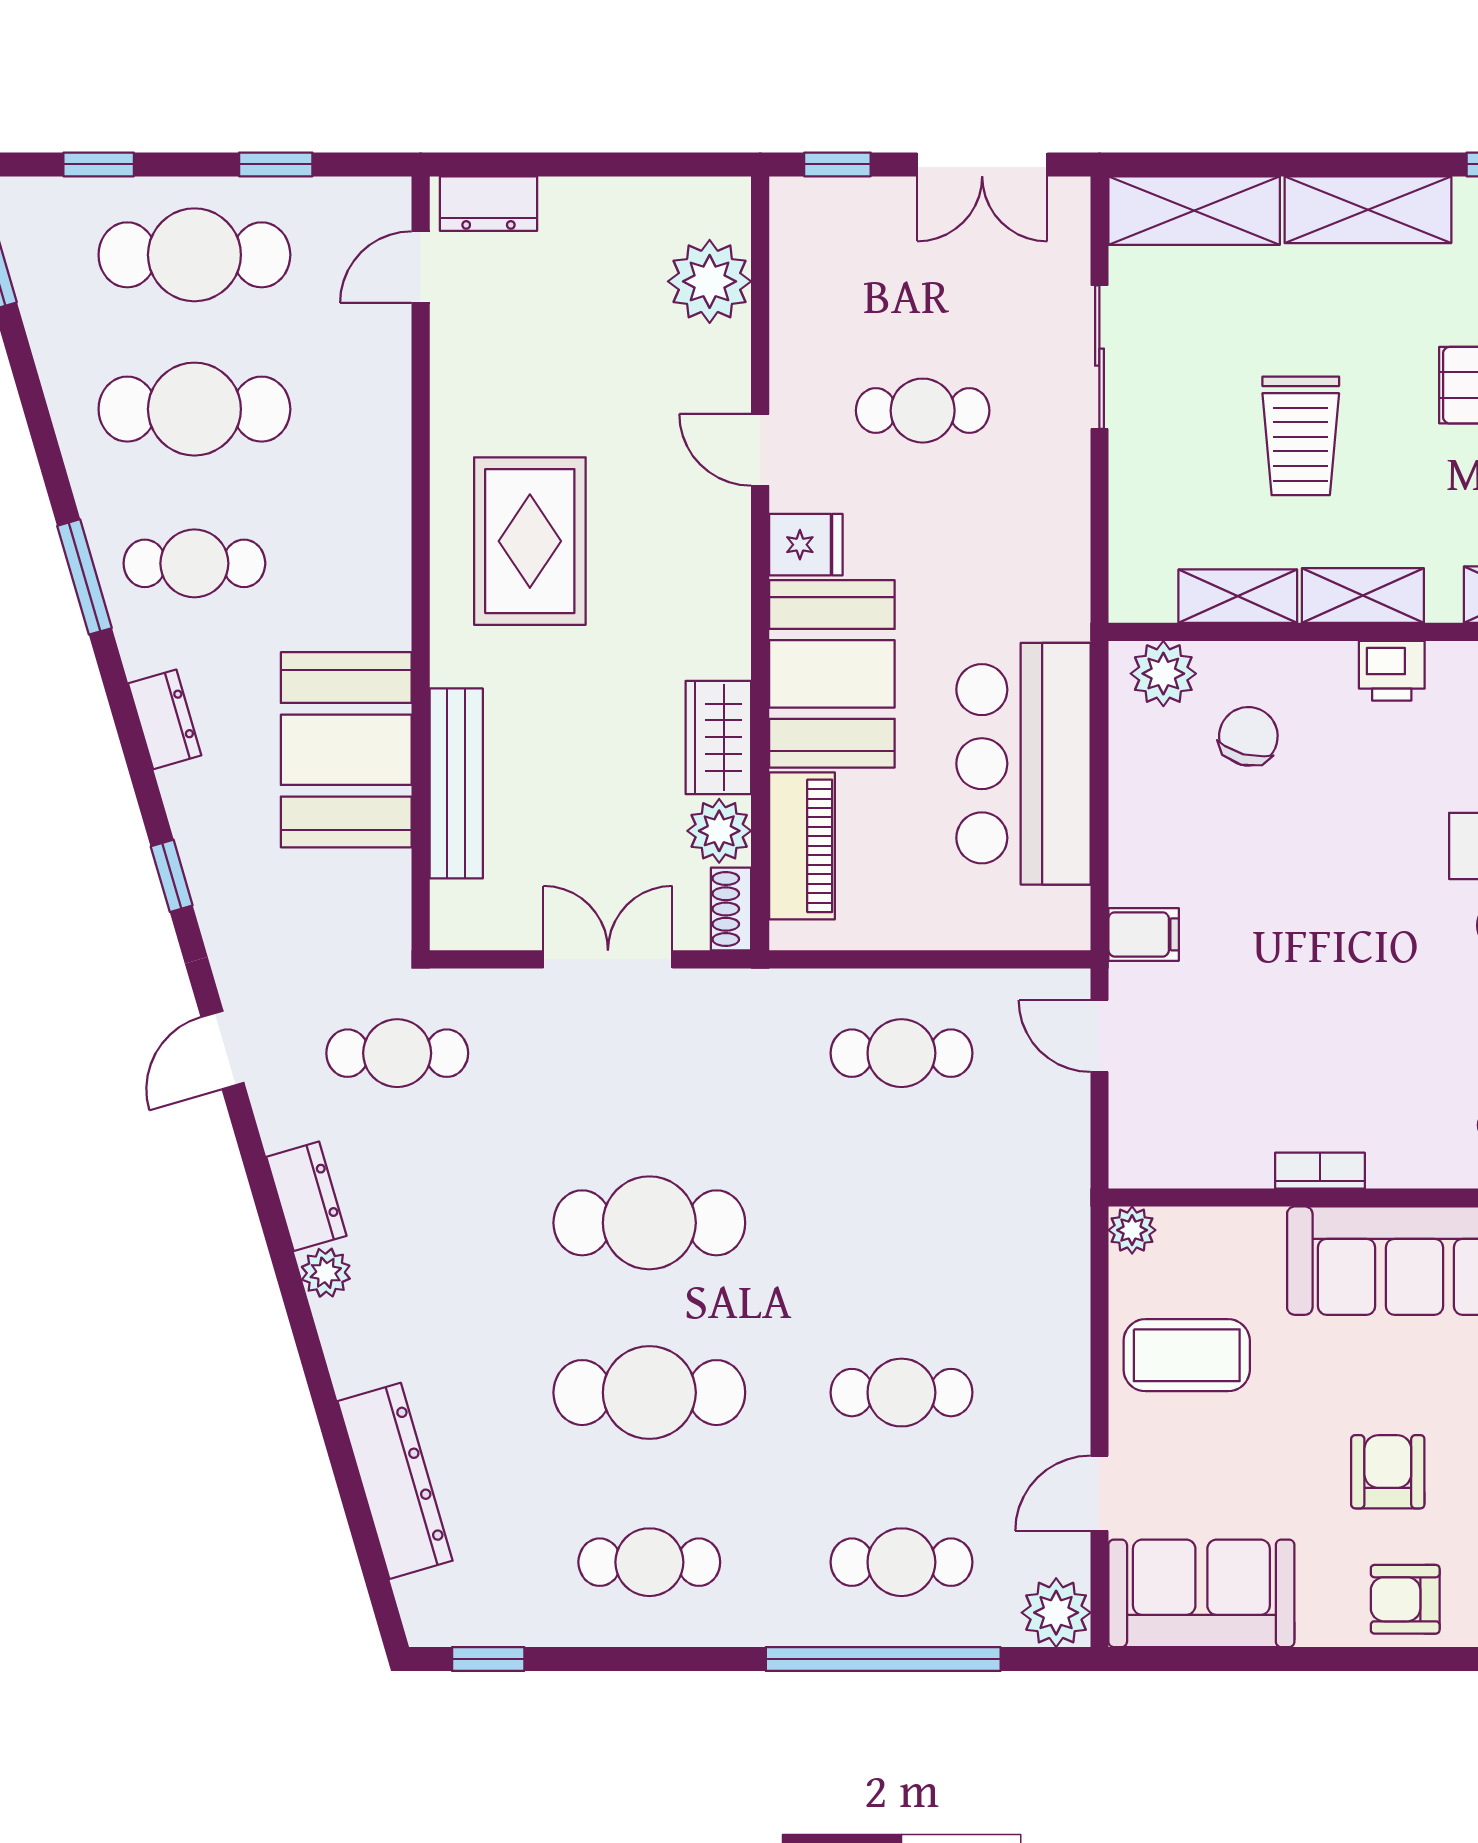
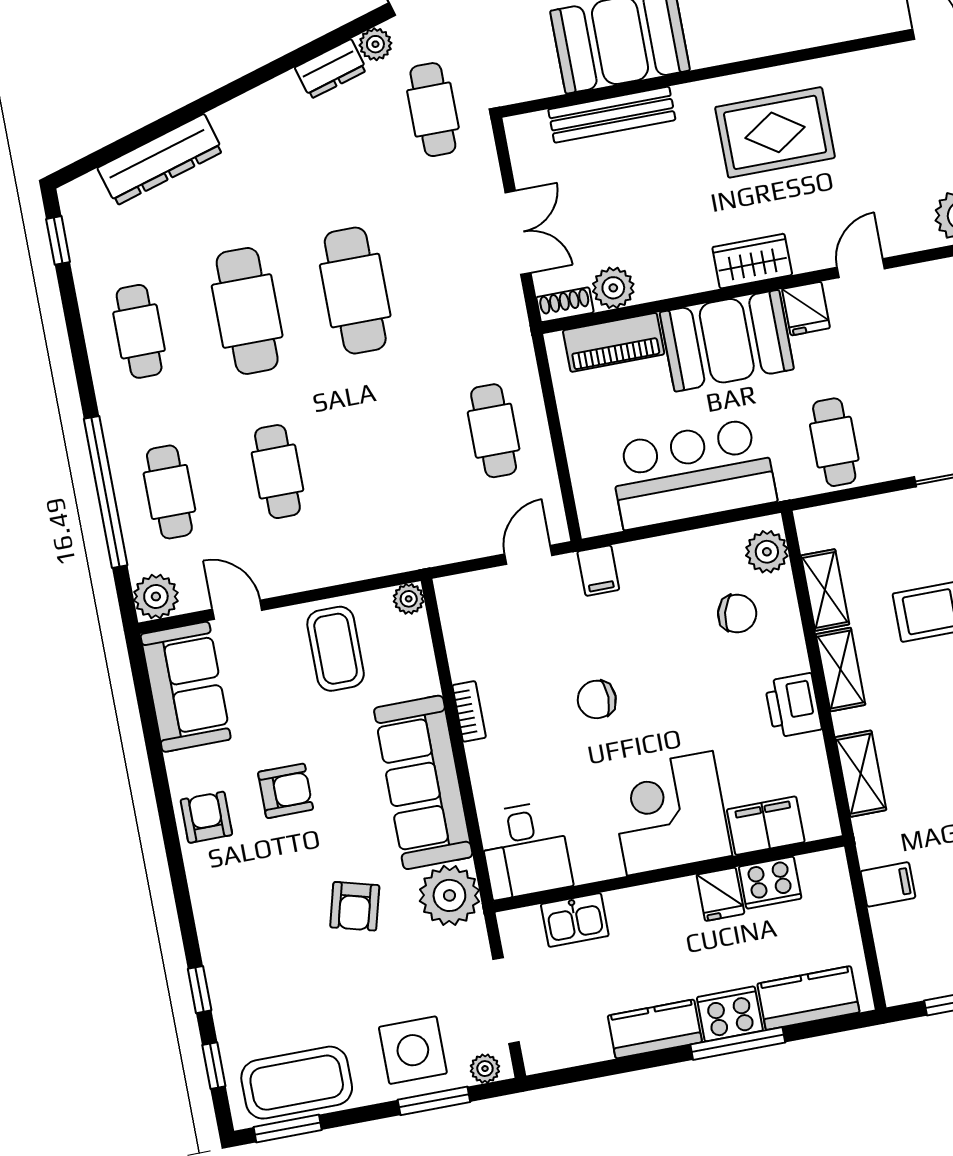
cafe table: (923, 411) -> (834, 442), moved
printer: (1392, 671) -> (793, 705), width x1.36, depth x1.24
wardrobe: (718, 737) -> (752, 261), moved
chair: (1338, 974) -> (597, 699), added
plant: (326, 1273) -> (375, 44), moved

